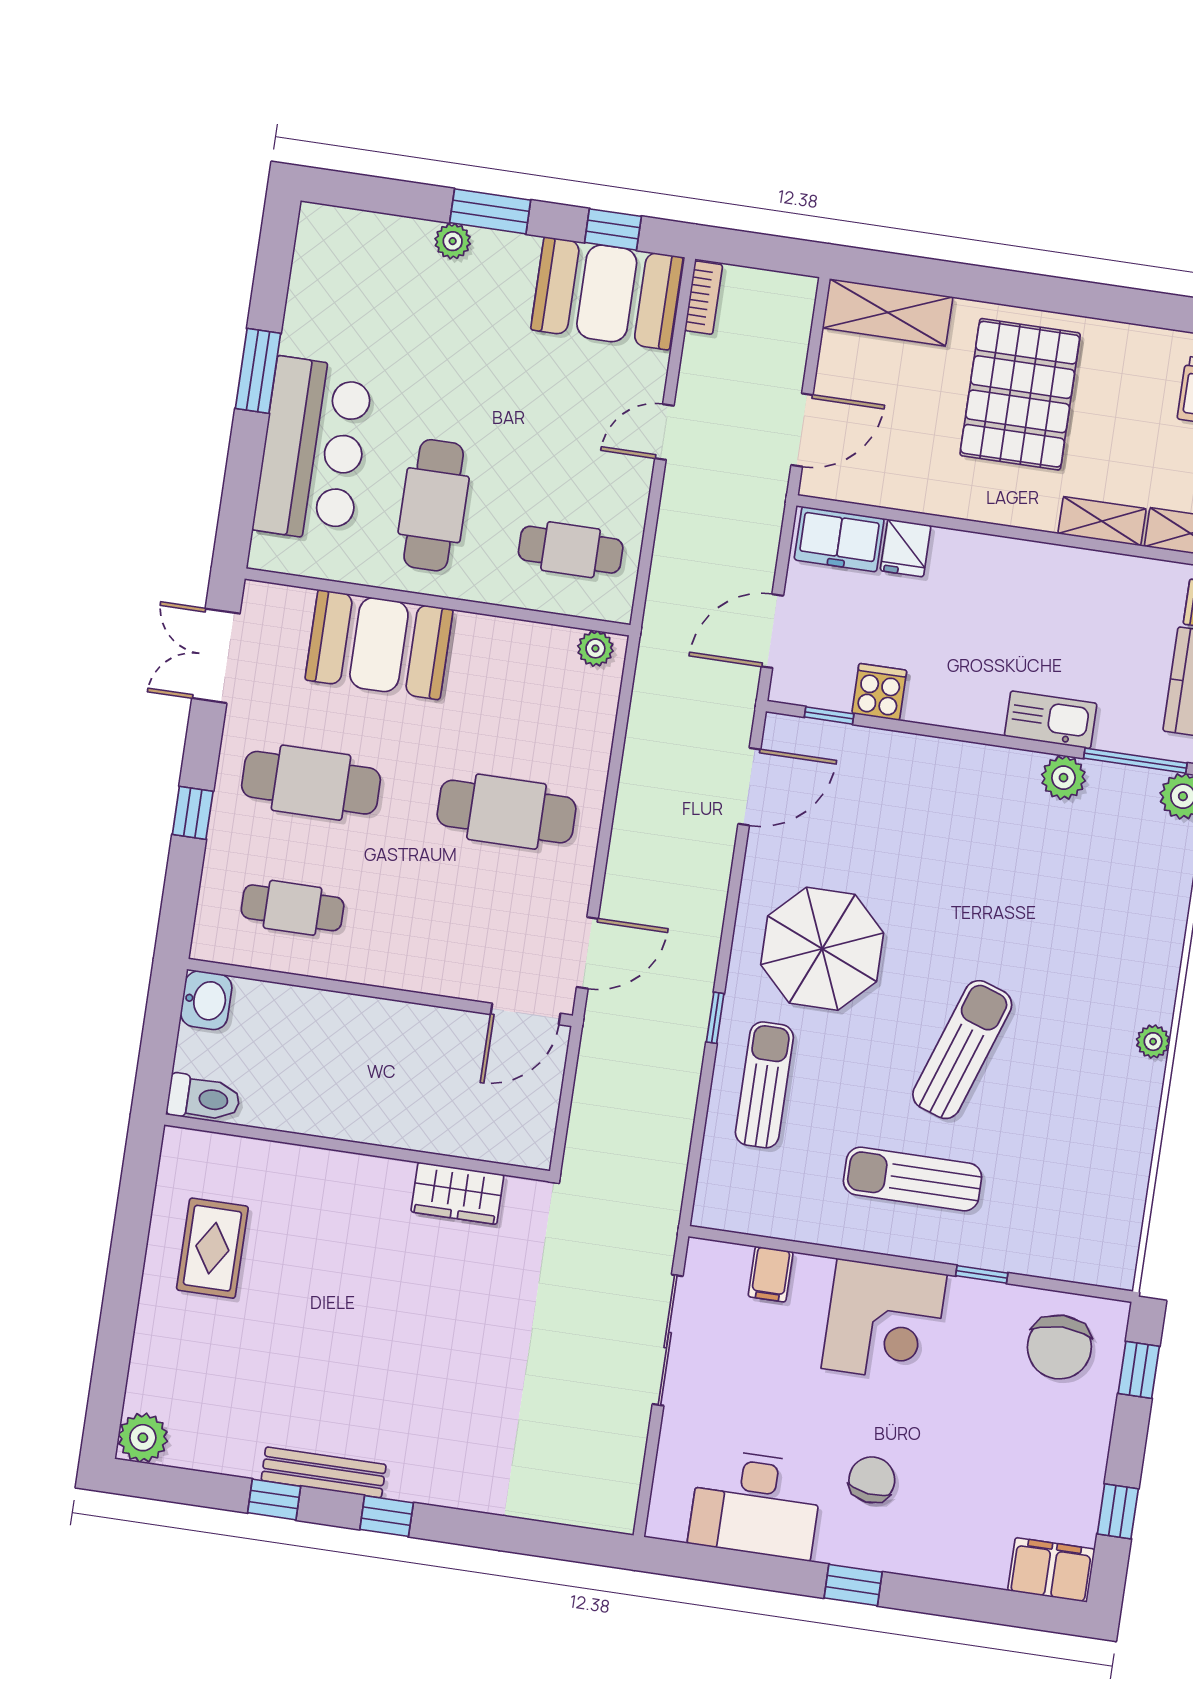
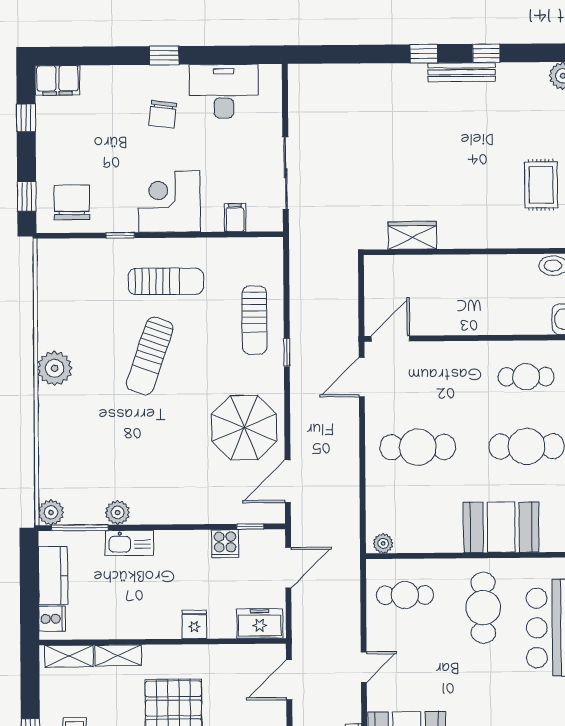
fridge: (906, 548) -> (194, 624), moved
parasol: (822, 949) -> (244, 427), moved
plant: (1153, 1042) -> (55, 368), width x1.87, depth x1.87

